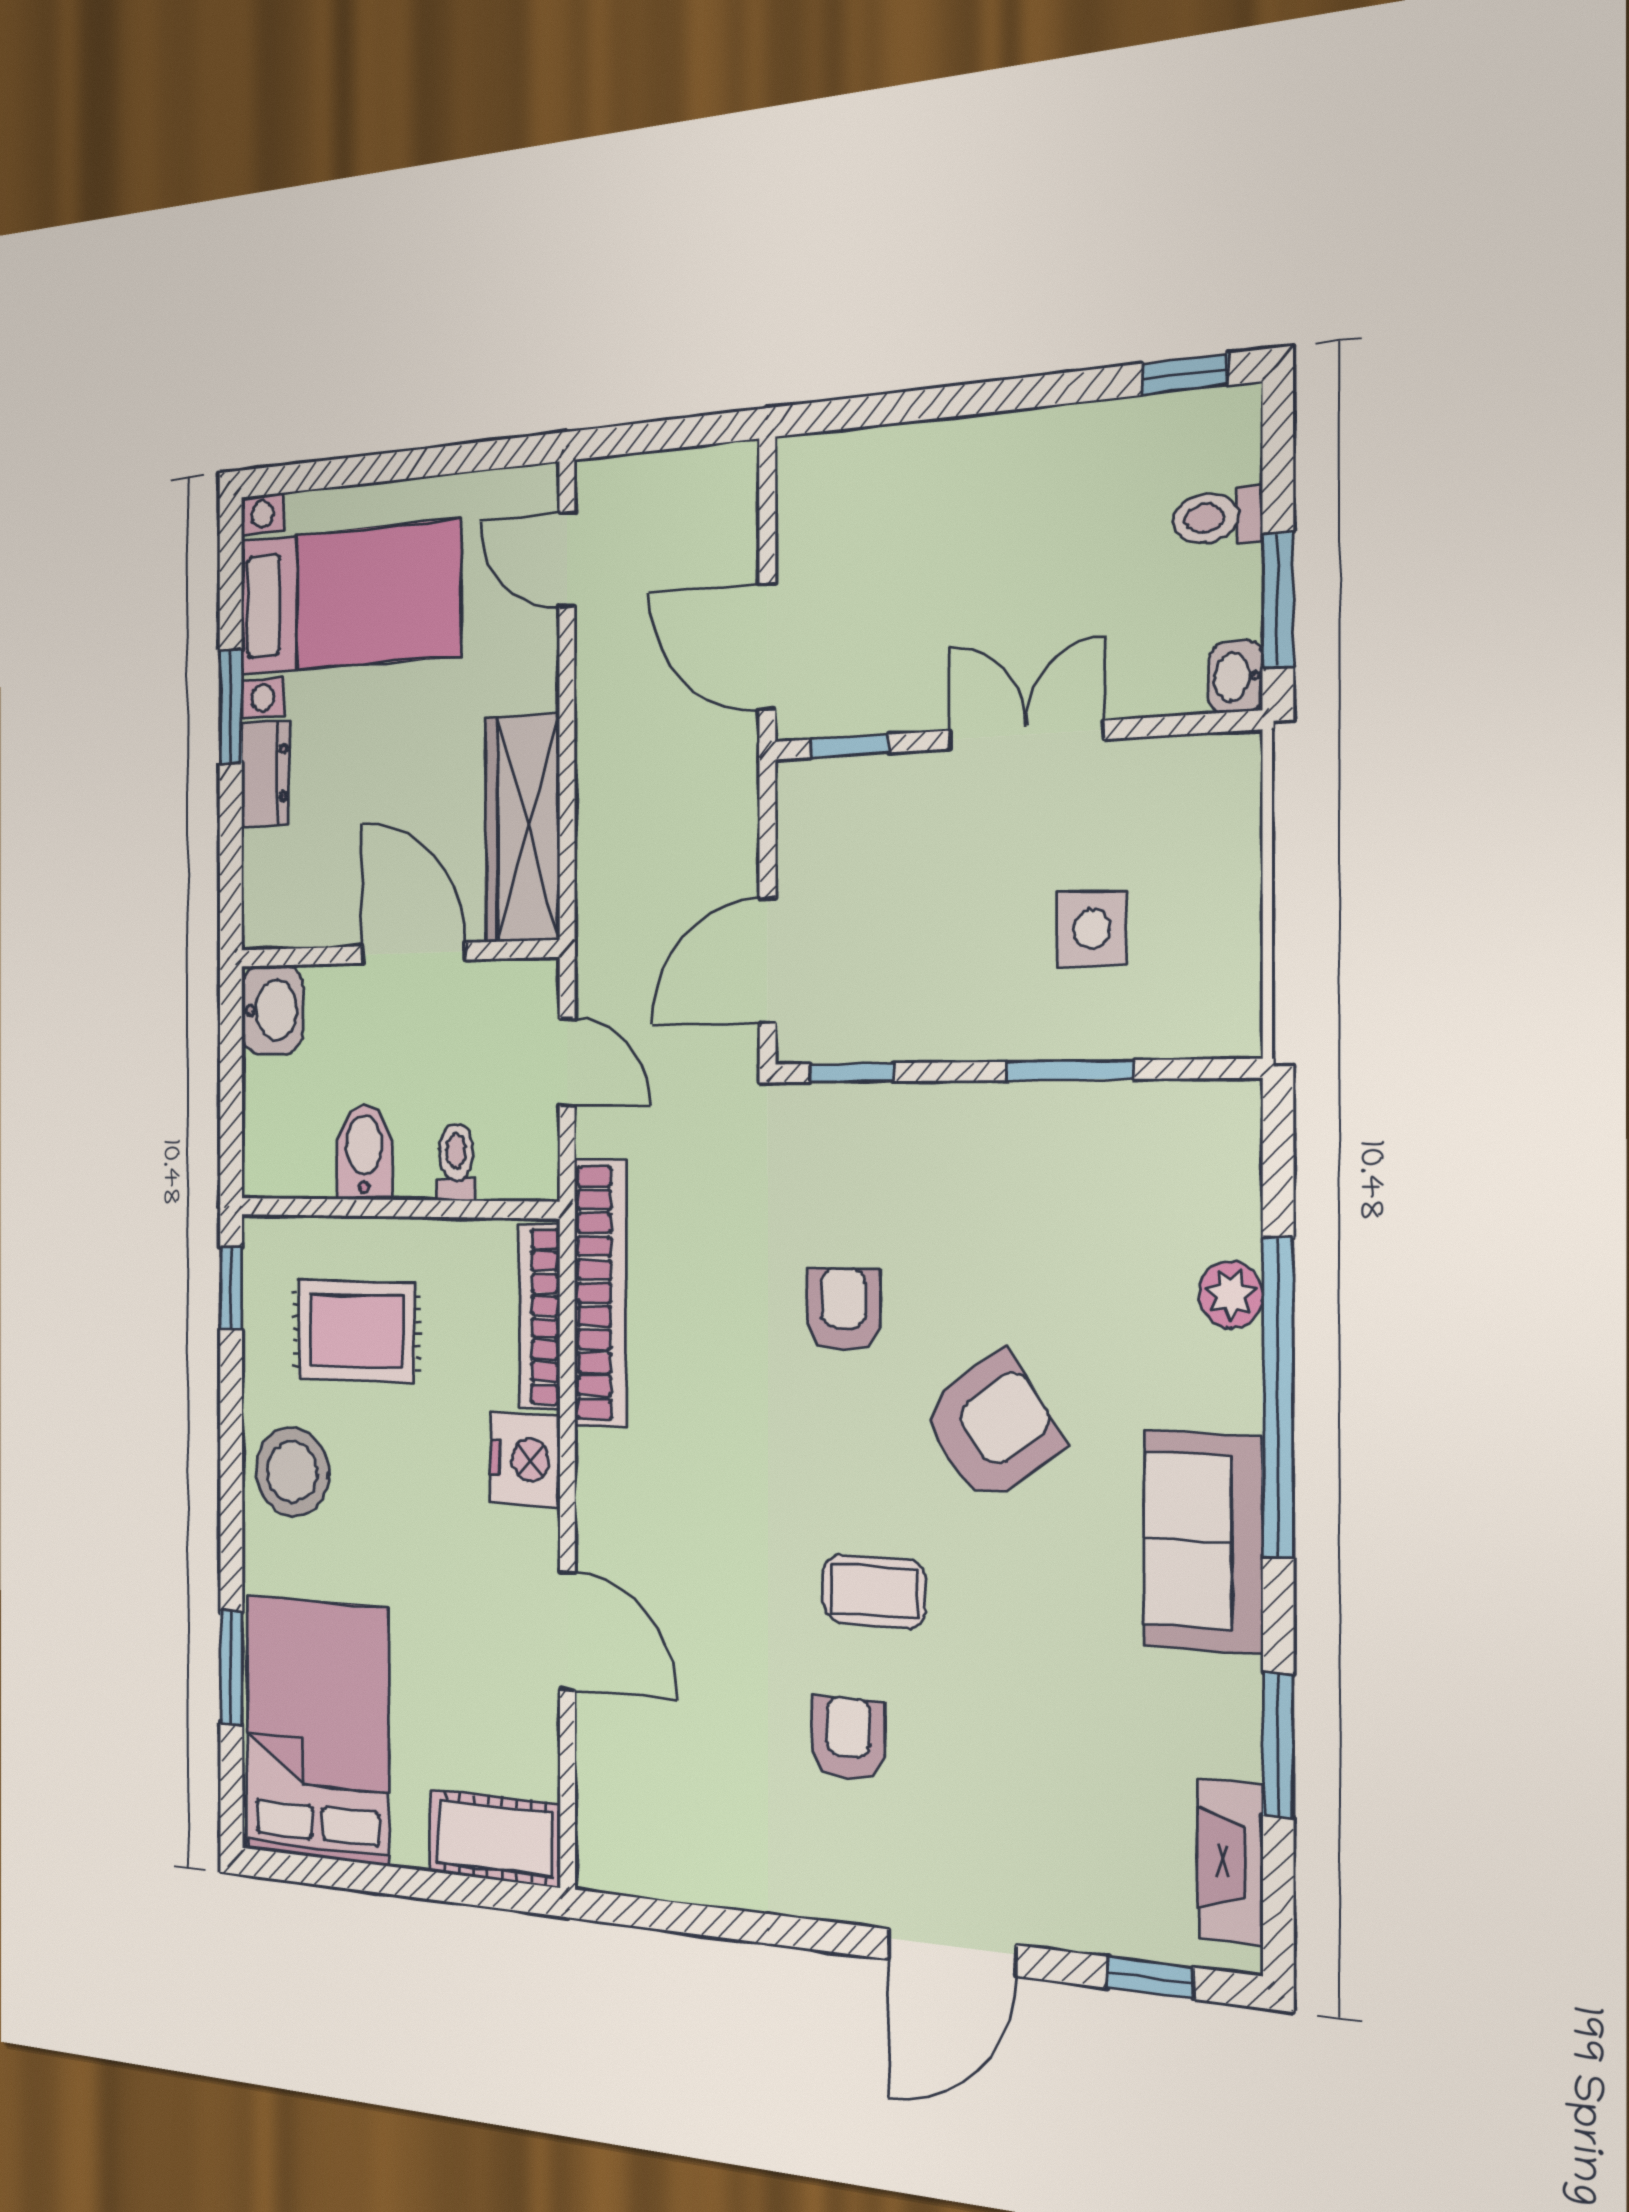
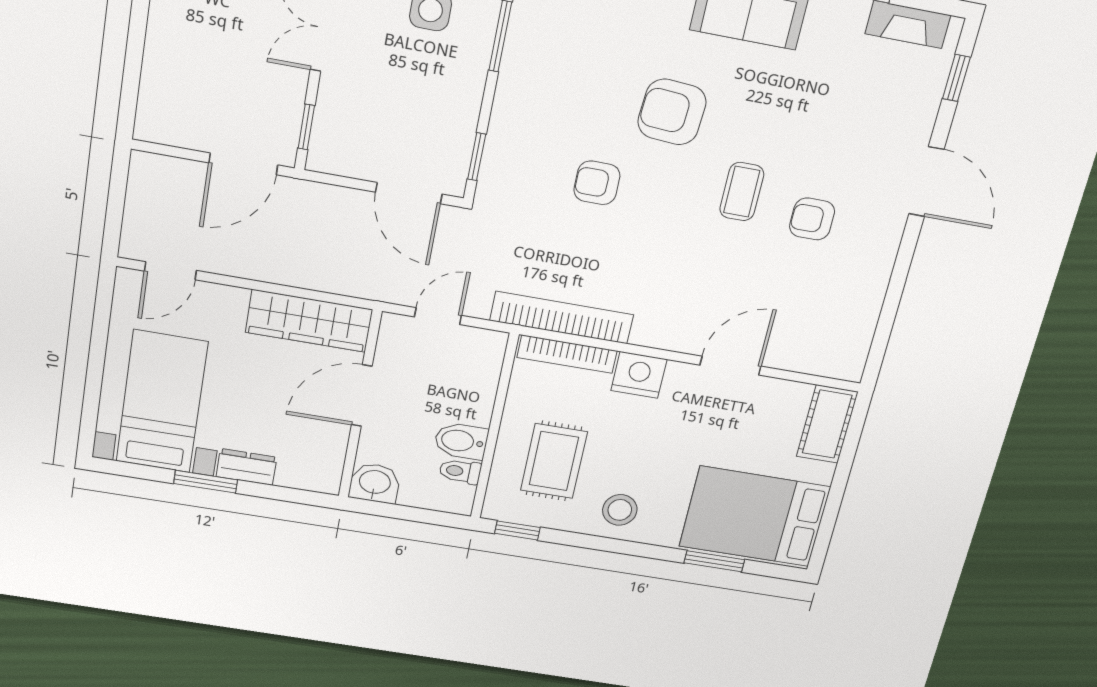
toilet: (456, 1162) -> (460, 471), moved
armchair: (992, 1427) -> (672, 112), turned -51
stool: (292, 1472) -> (620, 510), width x0.73, depth x0.73

